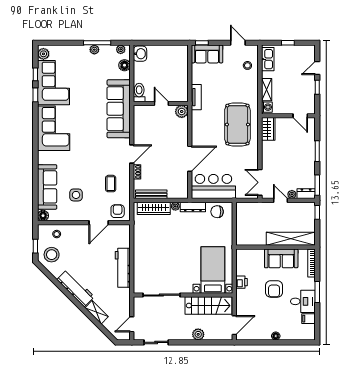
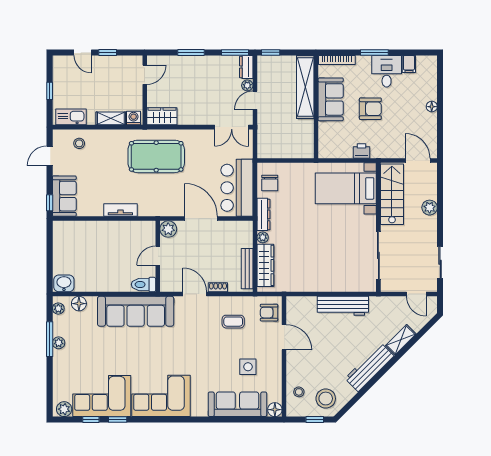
toilet: (139, 92) -> (143, 284), moved
door: (161, 103) -> (158, 256), moved
wall: (161, 103) -> (158, 256), moved
plant: (182, 111) -> (168, 229), moved

